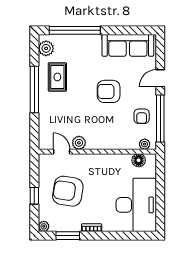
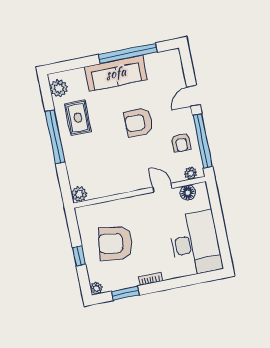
window: (75, 30) -> (128, 53), moved
sofa: (128, 45) -> (116, 73), moved
plant: (79, 143) -> (79, 194), moved
door: (62, 152) -> (162, 188), moved

